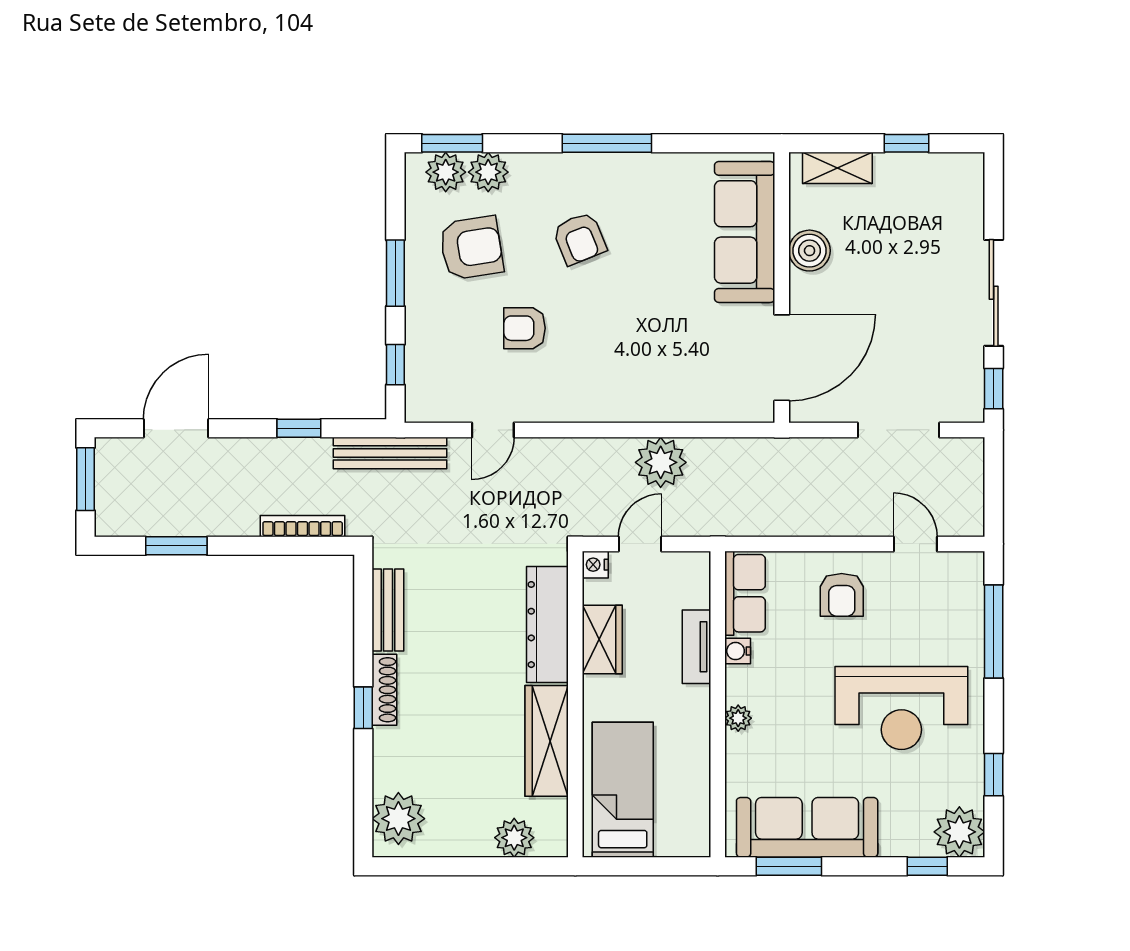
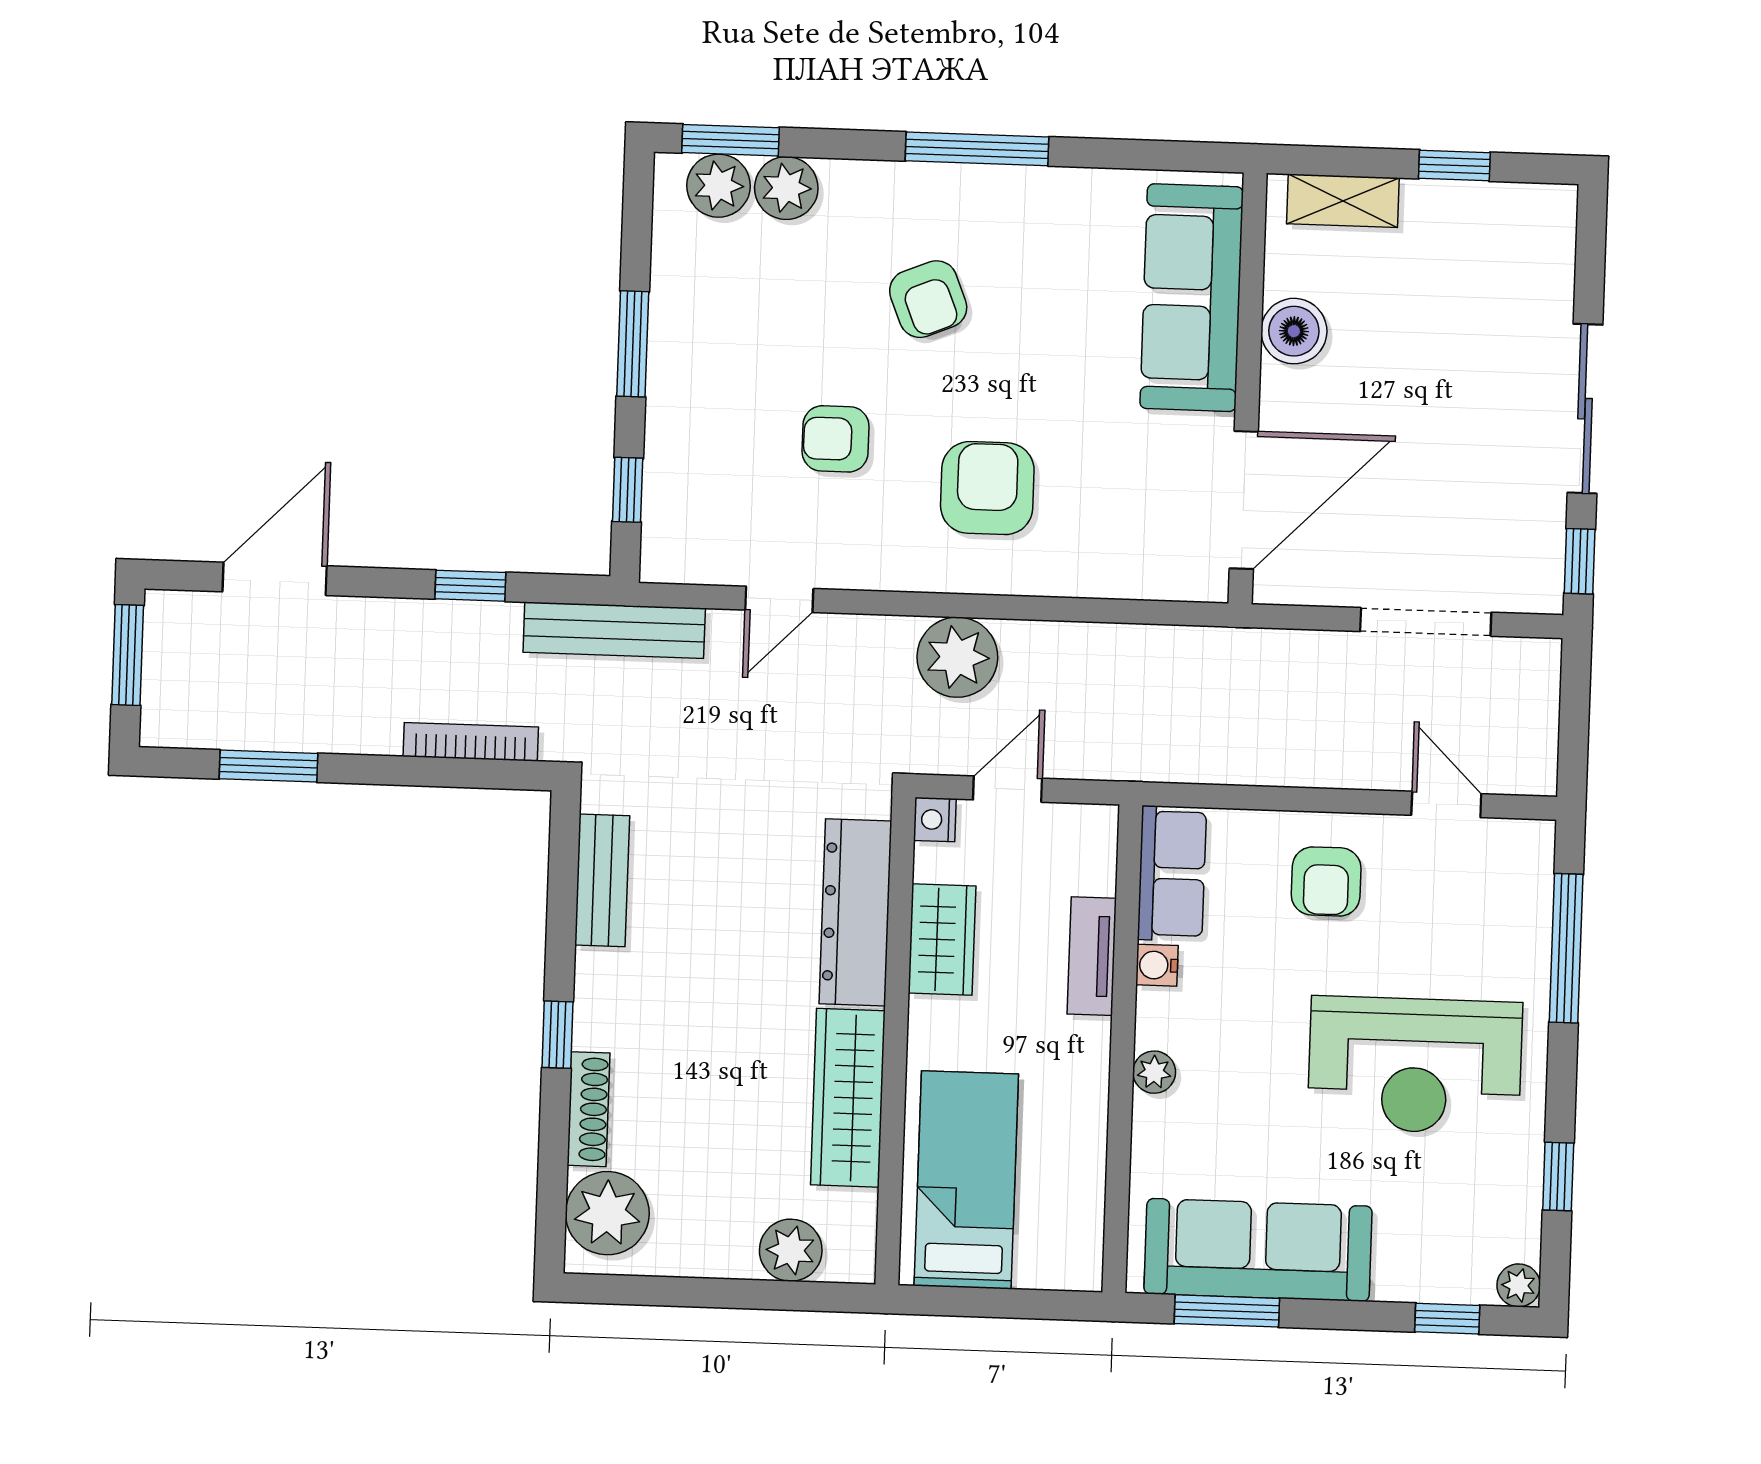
armchair: (471, 248) -> (987, 488), moved, turned -81
plant: (661, 462) -> (957, 657), moved
shoe rack: (384, 690) -> (588, 1109), moved
plant: (959, 832) -> (1519, 1285), width x0.53, depth x0.53

